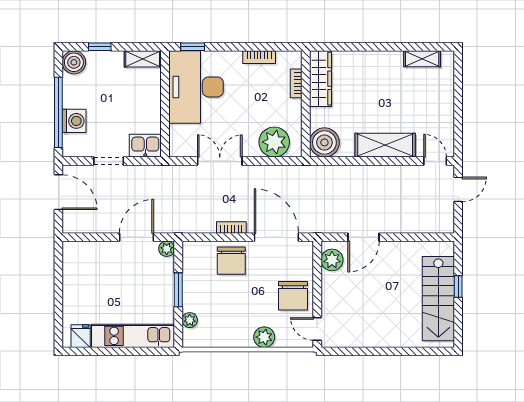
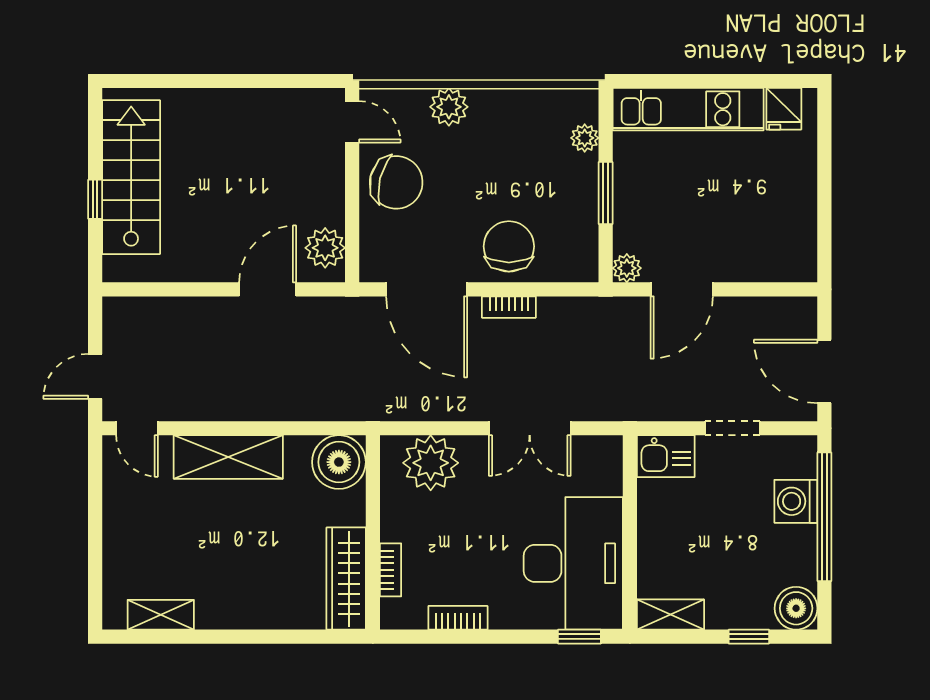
chair: (293, 296) -> (396, 182), turned 104

